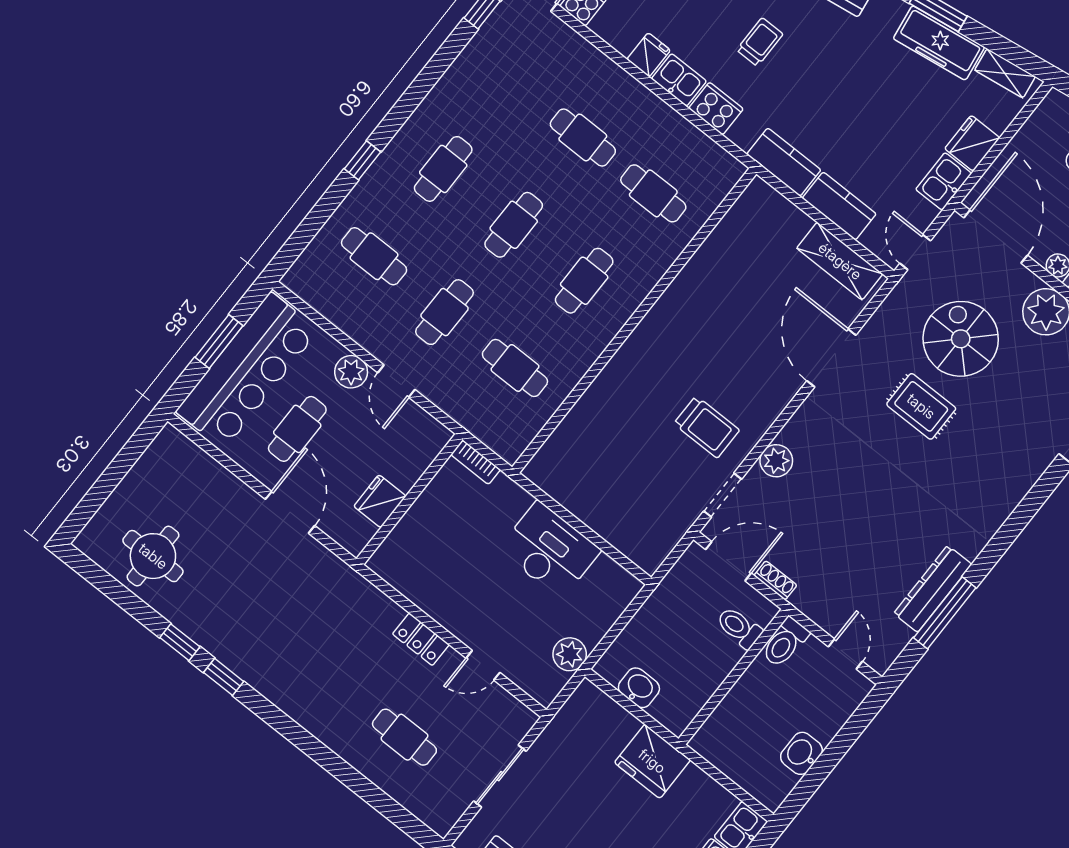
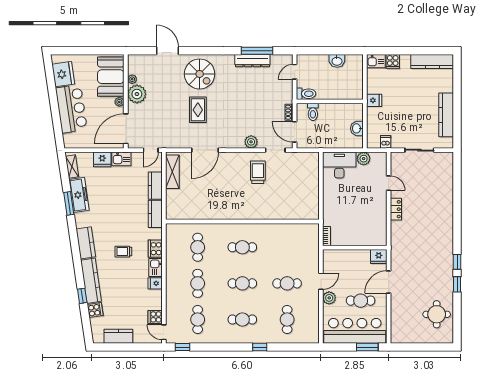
spiral stairs: (961, 339) -> (200, 74), moved, turned -90
window: (219, 342) -> (367, 347), moved
cafe table: (515, 368) -> (198, 320), moved
fridge: (380, 501) -> (379, 257), moved
desk: (550, 550) -> (339, 165), moved, turned 90
dishwasher: (568, 723) -> (386, 142), added
cafe table: (404, 737) -> (431, 190), removed
fridge: (652, 761) -> (374, 100), width x0.53, depth x0.75

